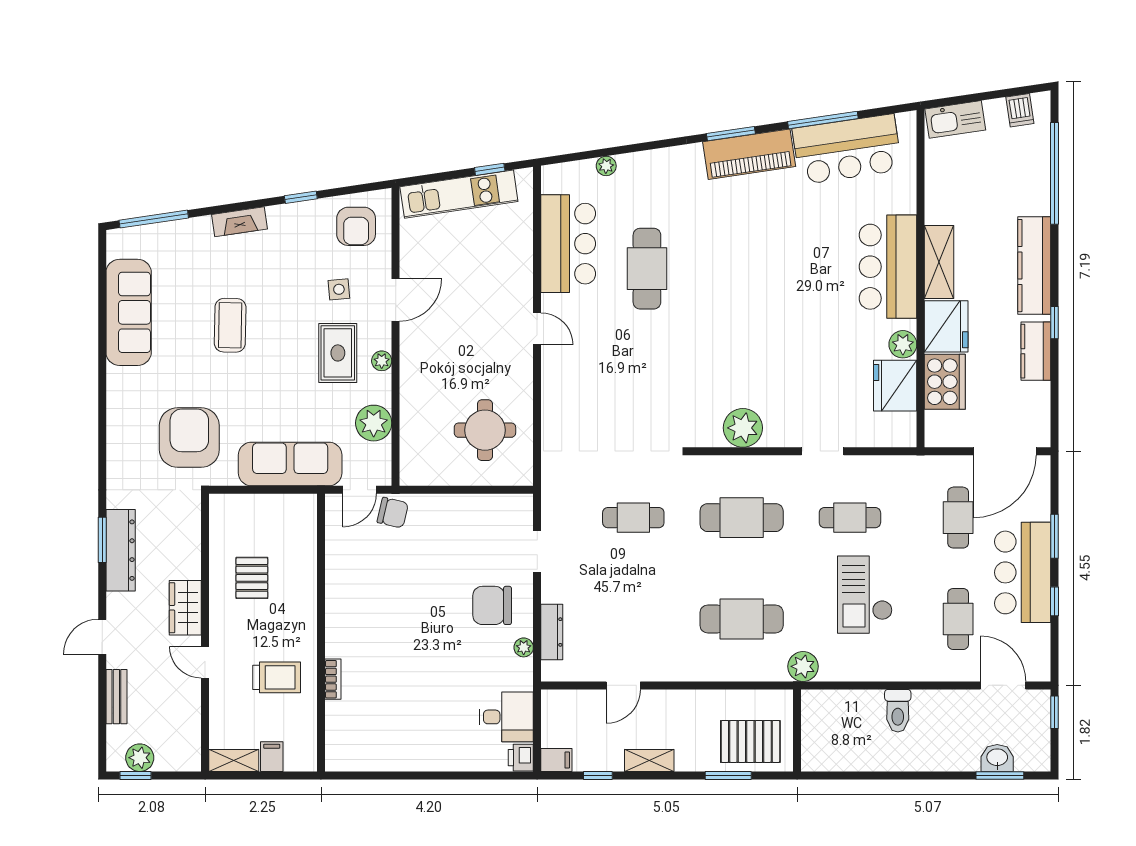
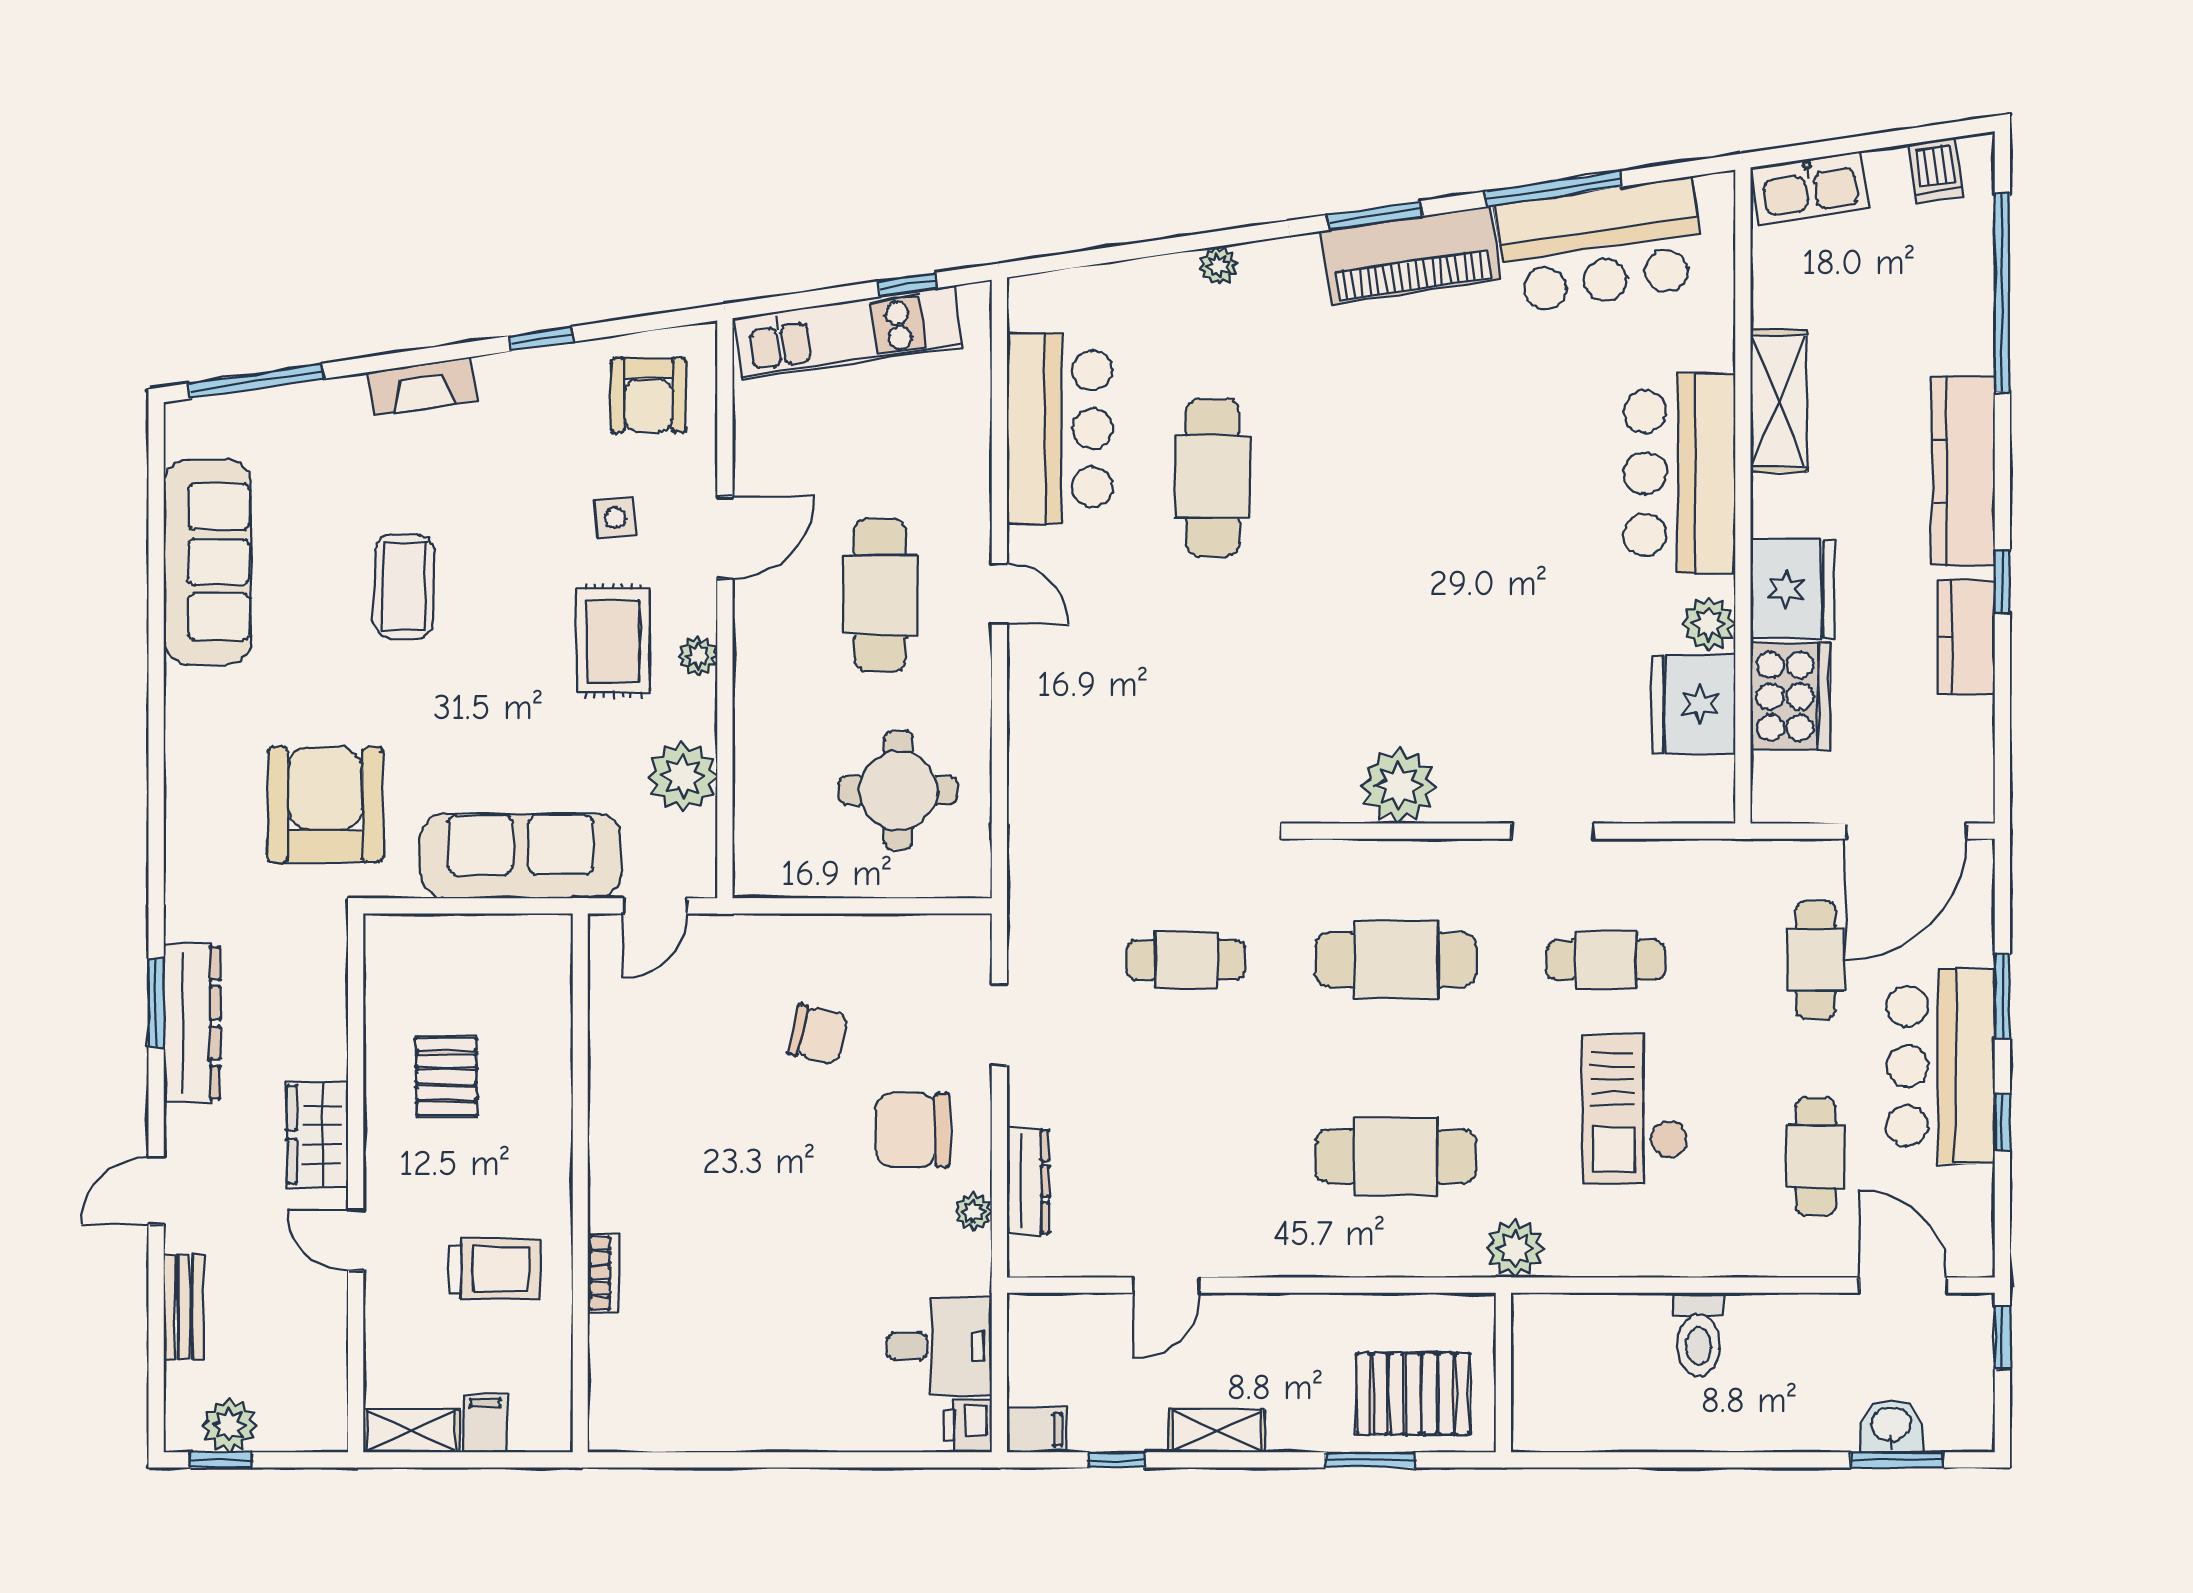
plant: (606, 166) -> (1218, 265), moved
shelving: (939, 262) -> (1779, 401), moved
cafe table: (476, 329) -> (880, 595), added
chair: (393, 513) -> (818, 1035), moved

